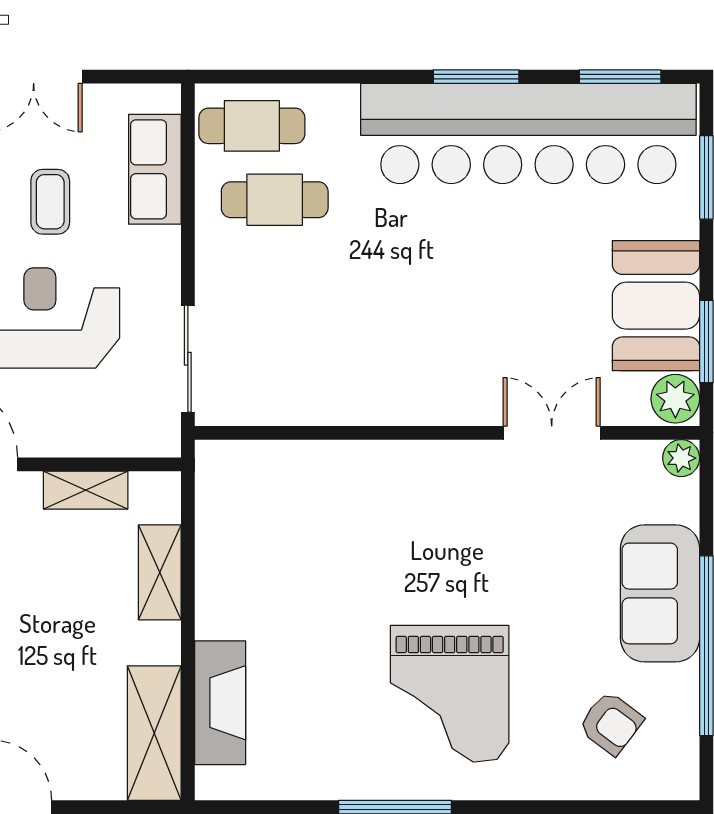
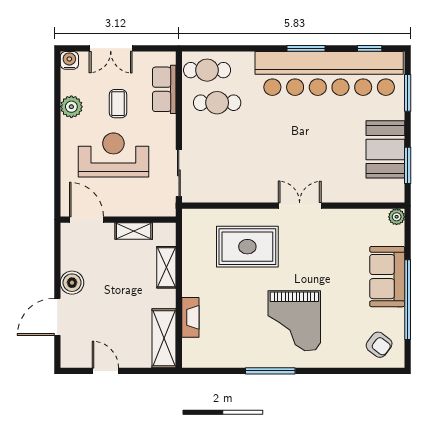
window: (620, 77) -> (370, 48), width x0.67
plant: (675, 399) -> (394, 191), removed
double door: (552, 433) -> (300, 206), moved
rug: (343, 526) -> (247, 247), added
fireplace: (220, 703) -> (190, 317), width x0.73, depth x0.76
armchair: (611, 723) -> (379, 345), moved

